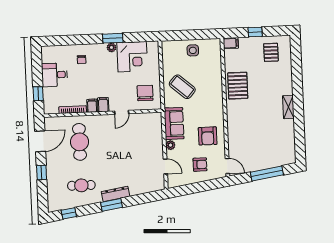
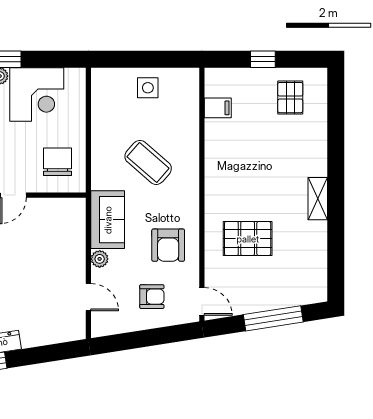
filing cabinet: (231, 43) -> (218, 108), moved
pallet: (238, 86) -> (248, 239), moved, turned 90
coffee table: (182, 87) -> (148, 162), moved

